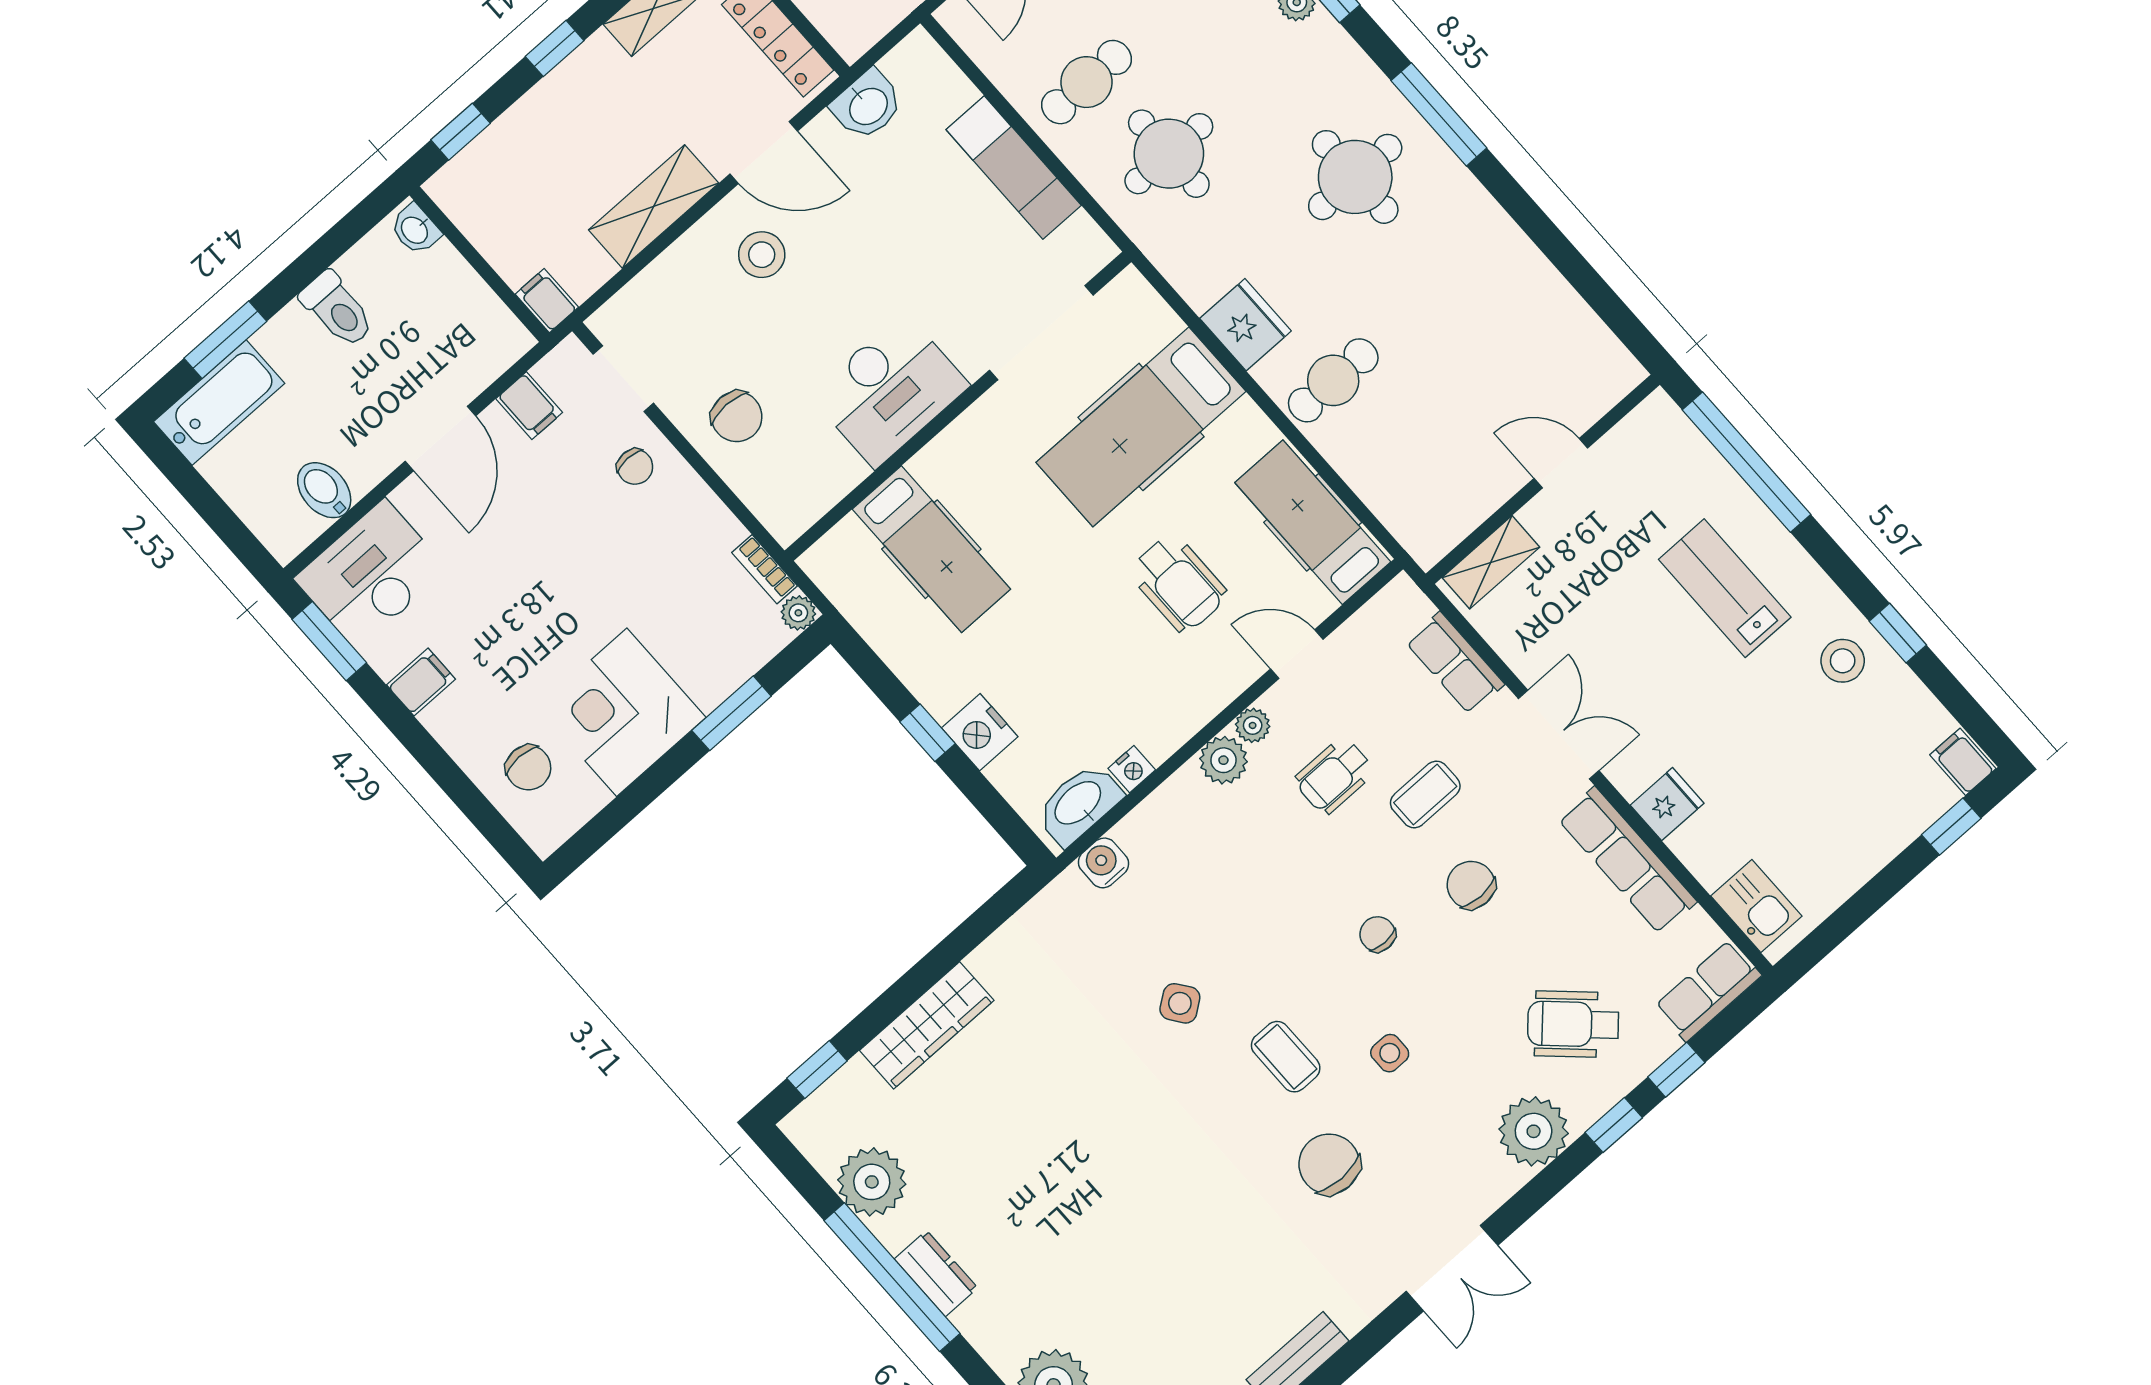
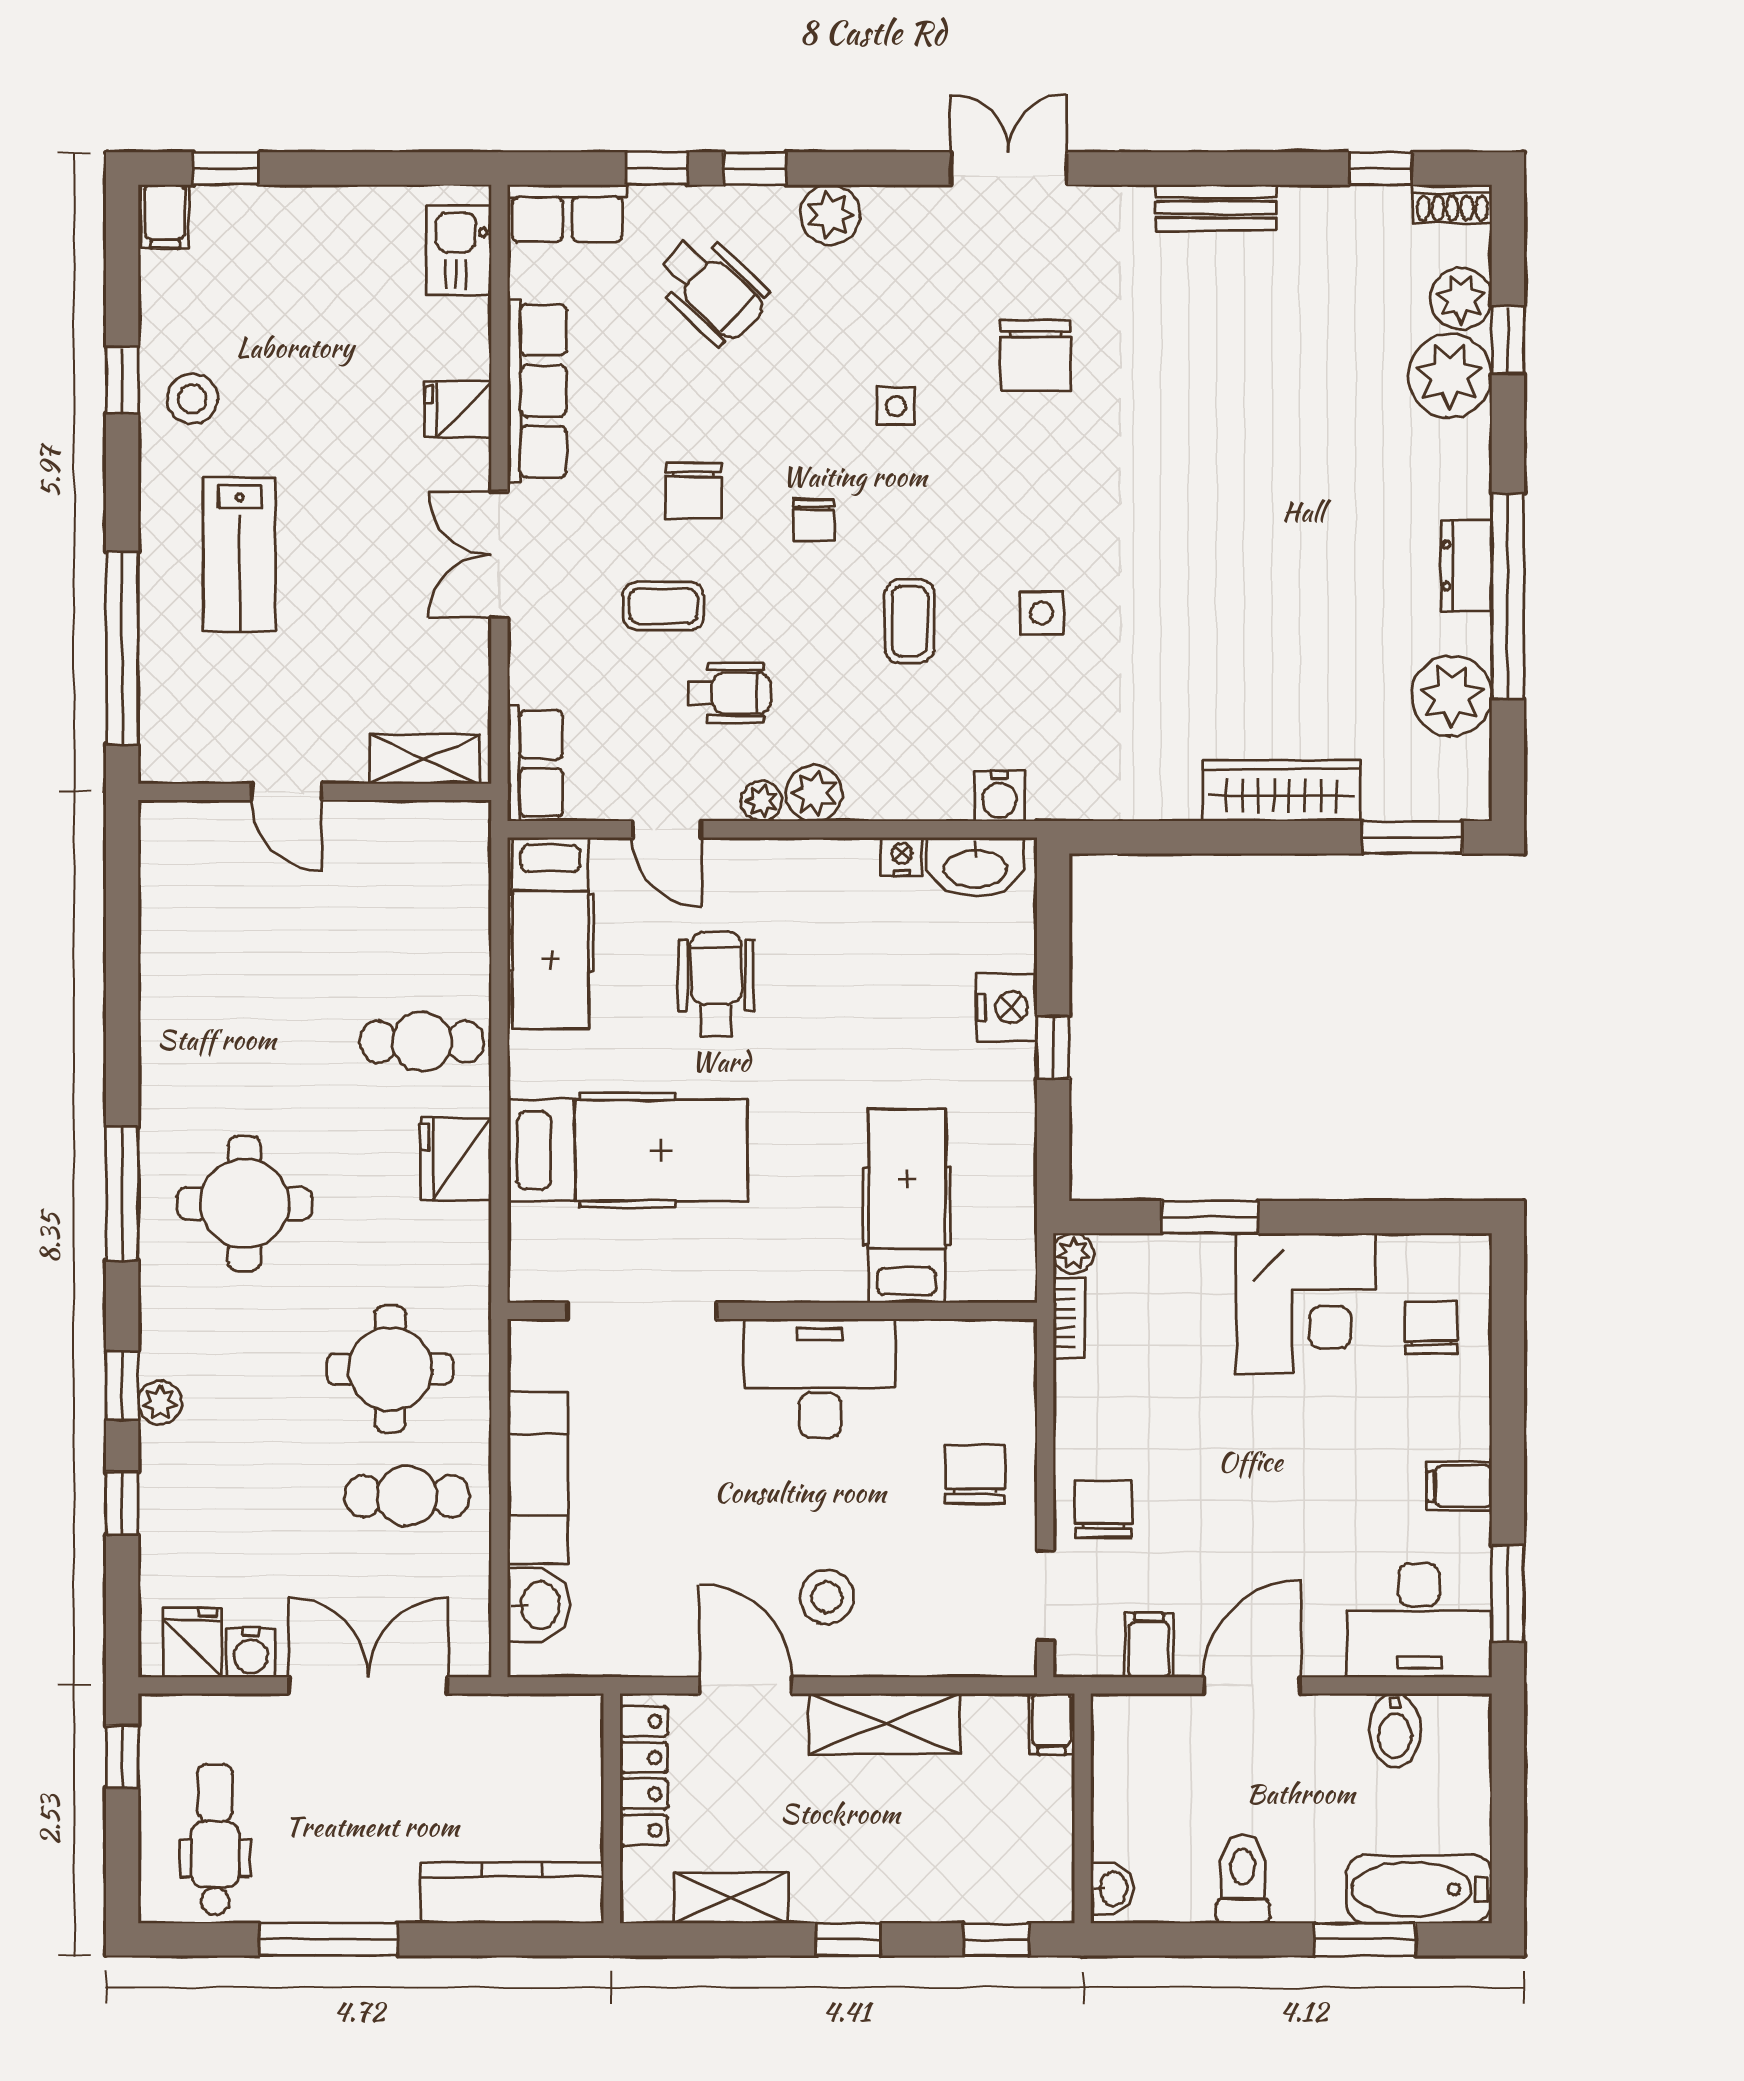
washbasin: (867, 105) -> (539, 1605), moved, turned 90
chair: (635, 467) -> (1103, 1509), width x1.37, depth x1.37
row of seats: (1455, 663) -> (535, 763), moved
side table: (1180, 1003) -> (1042, 613), turned 36
coffee table: (1286, 1057) -> (910, 621), moved
window: (817, 1069) -> (1412, 837), width x1.50
plant: (1534, 1131) -> (830, 215), width x0.73, depth x0.73

